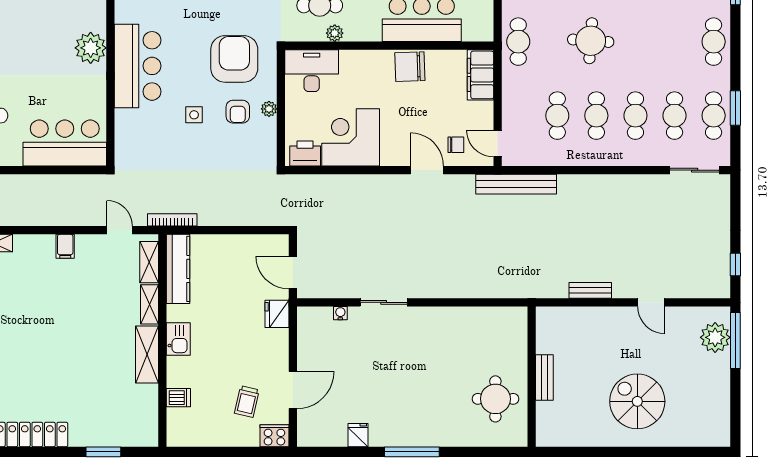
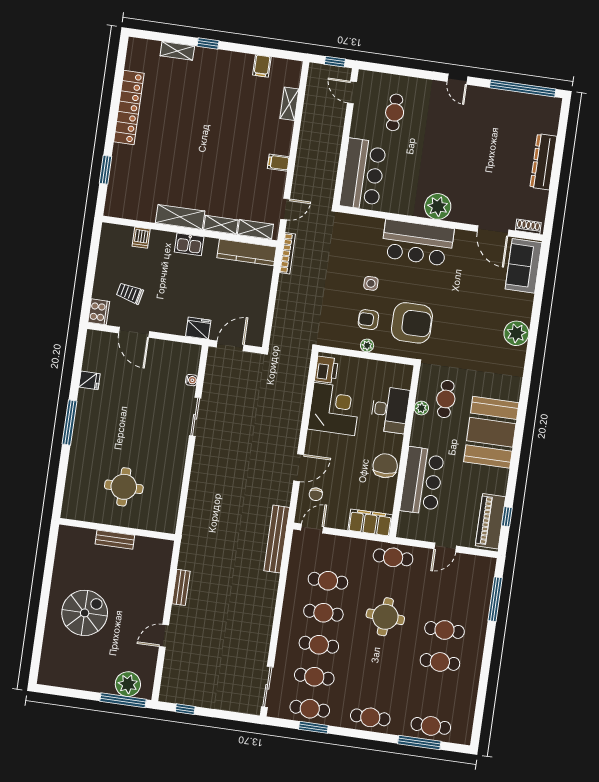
desk: (312, 71) -> (390, 410), moved
round table: (495, 399) -> (124, 487), moved

